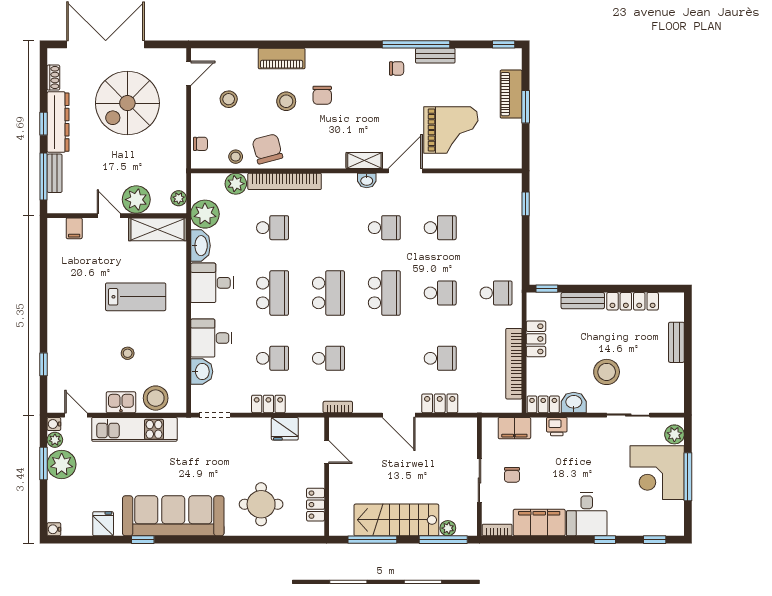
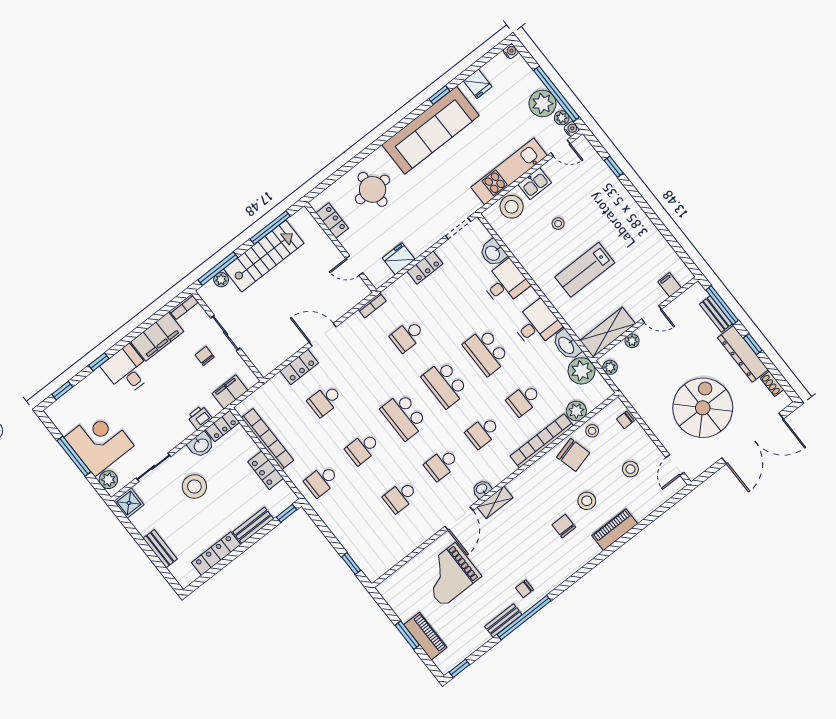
plant: (136, 200) -> (632, 341), width x0.53, depth x0.53
school desk: (273, 358) -> (483, 432), moved
shower: (672, 401) -> (129, 503), added
window: (43, 463) -> (556, 94), width x2.11

